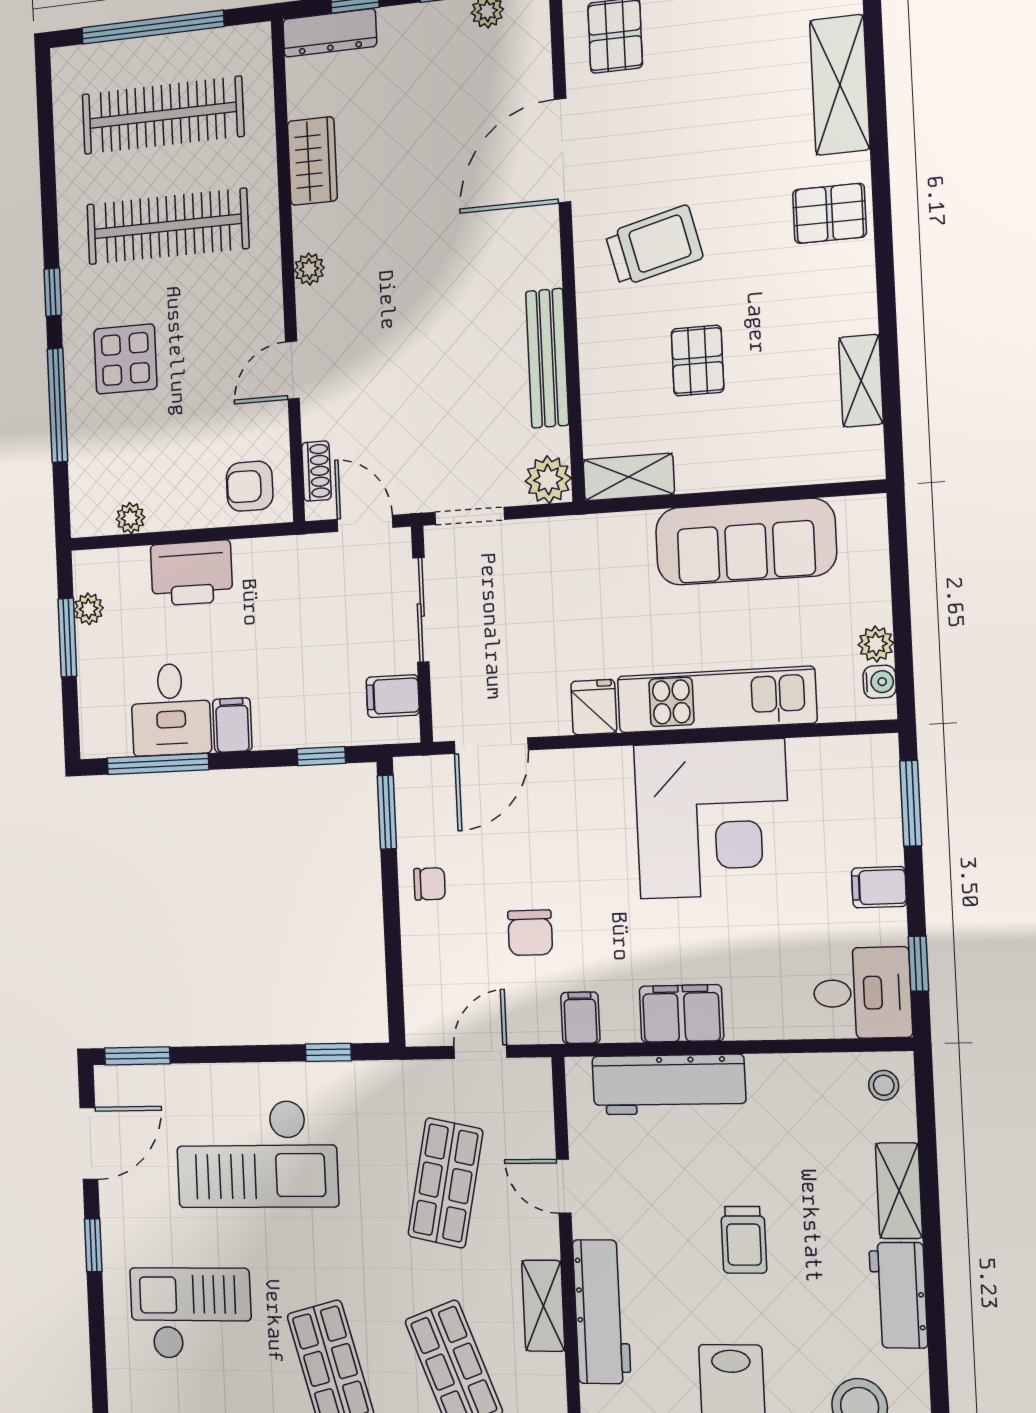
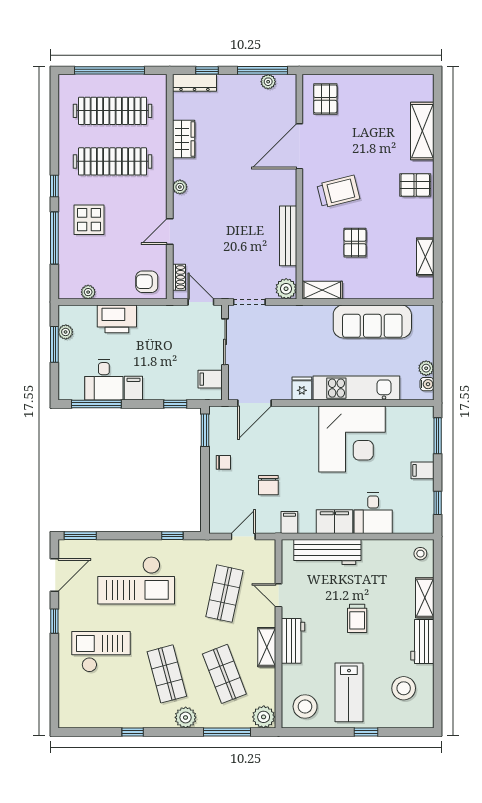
desk: (862, 993) -> (373, 513), moved, turned 90
workbench: (602, 1312) -> (293, 641), width x0.73

